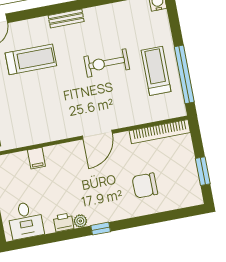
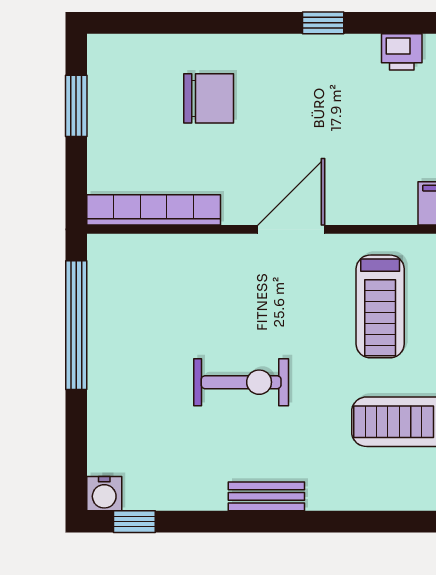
bench: (66, 18) -> (266, 496), moved
treadmill: (156, 71) -> (380, 306), moved
plant: (80, 221) -> (364, 48), removed

